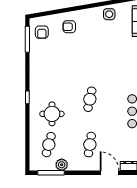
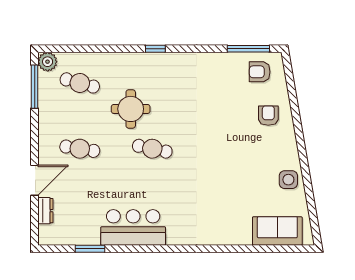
round table: (52, 114) -> (131, 109), moved
plant: (62, 165) -> (48, 62), moved

